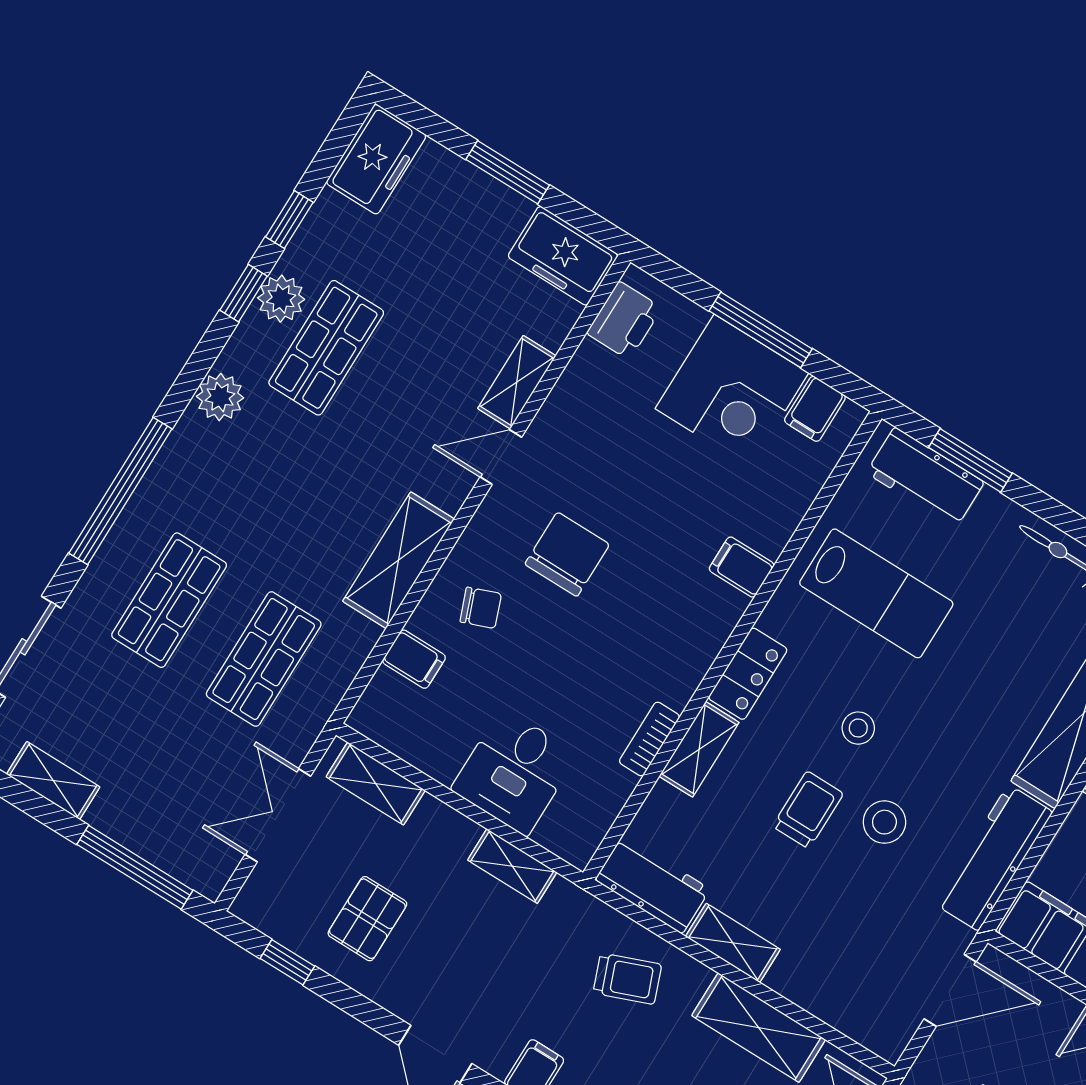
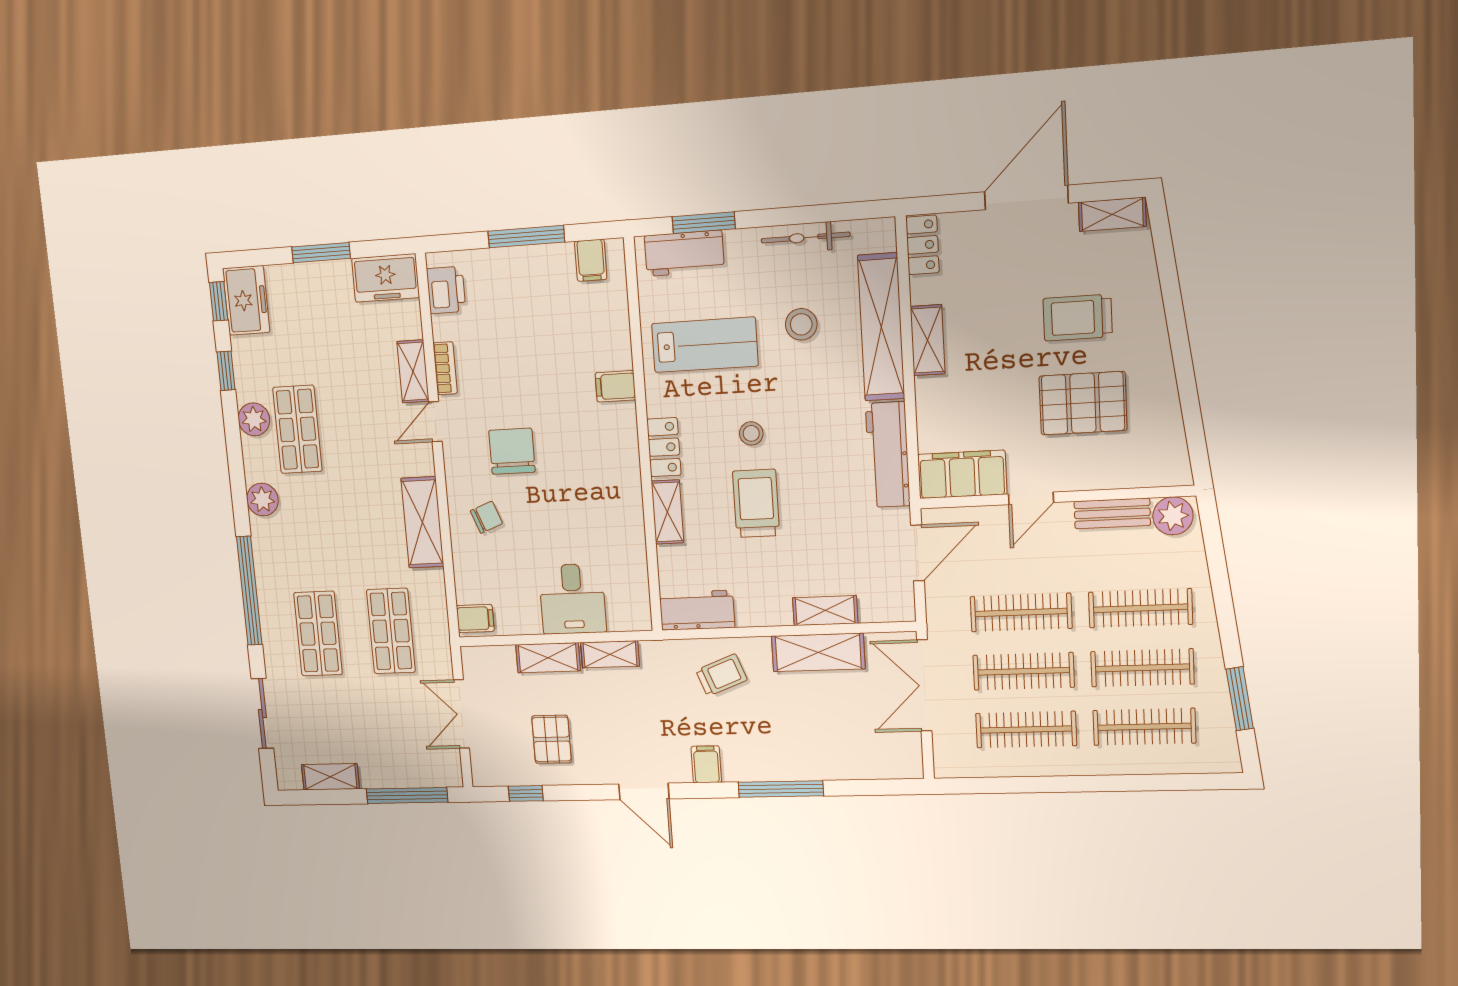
window: (244, 293) -> (219, 301), moved
corner desk: (732, 391) -> (536, 285), removed
filing cabinet: (414, 659) -> (475, 619), moved
bookcase: (649, 739) -> (445, 368), moved, turned 180
shelving: (376, 784) -> (548, 658), moved
trolley: (808, 810) -> (756, 503), width x1.36, depth x1.39
stool: (884, 822) -> (801, 324), moved
shelving: (733, 943) -> (825, 611), moved

